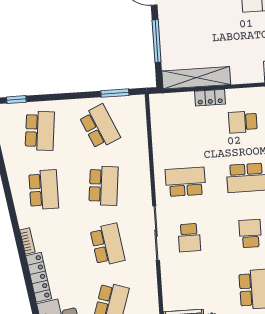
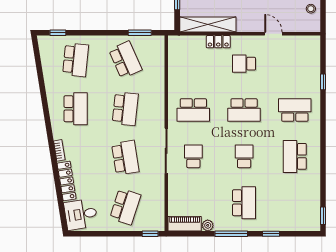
school desk: (185, 182) -> (193, 110), turned 180
school desk: (189, 238) -> (193, 156), turned 180

